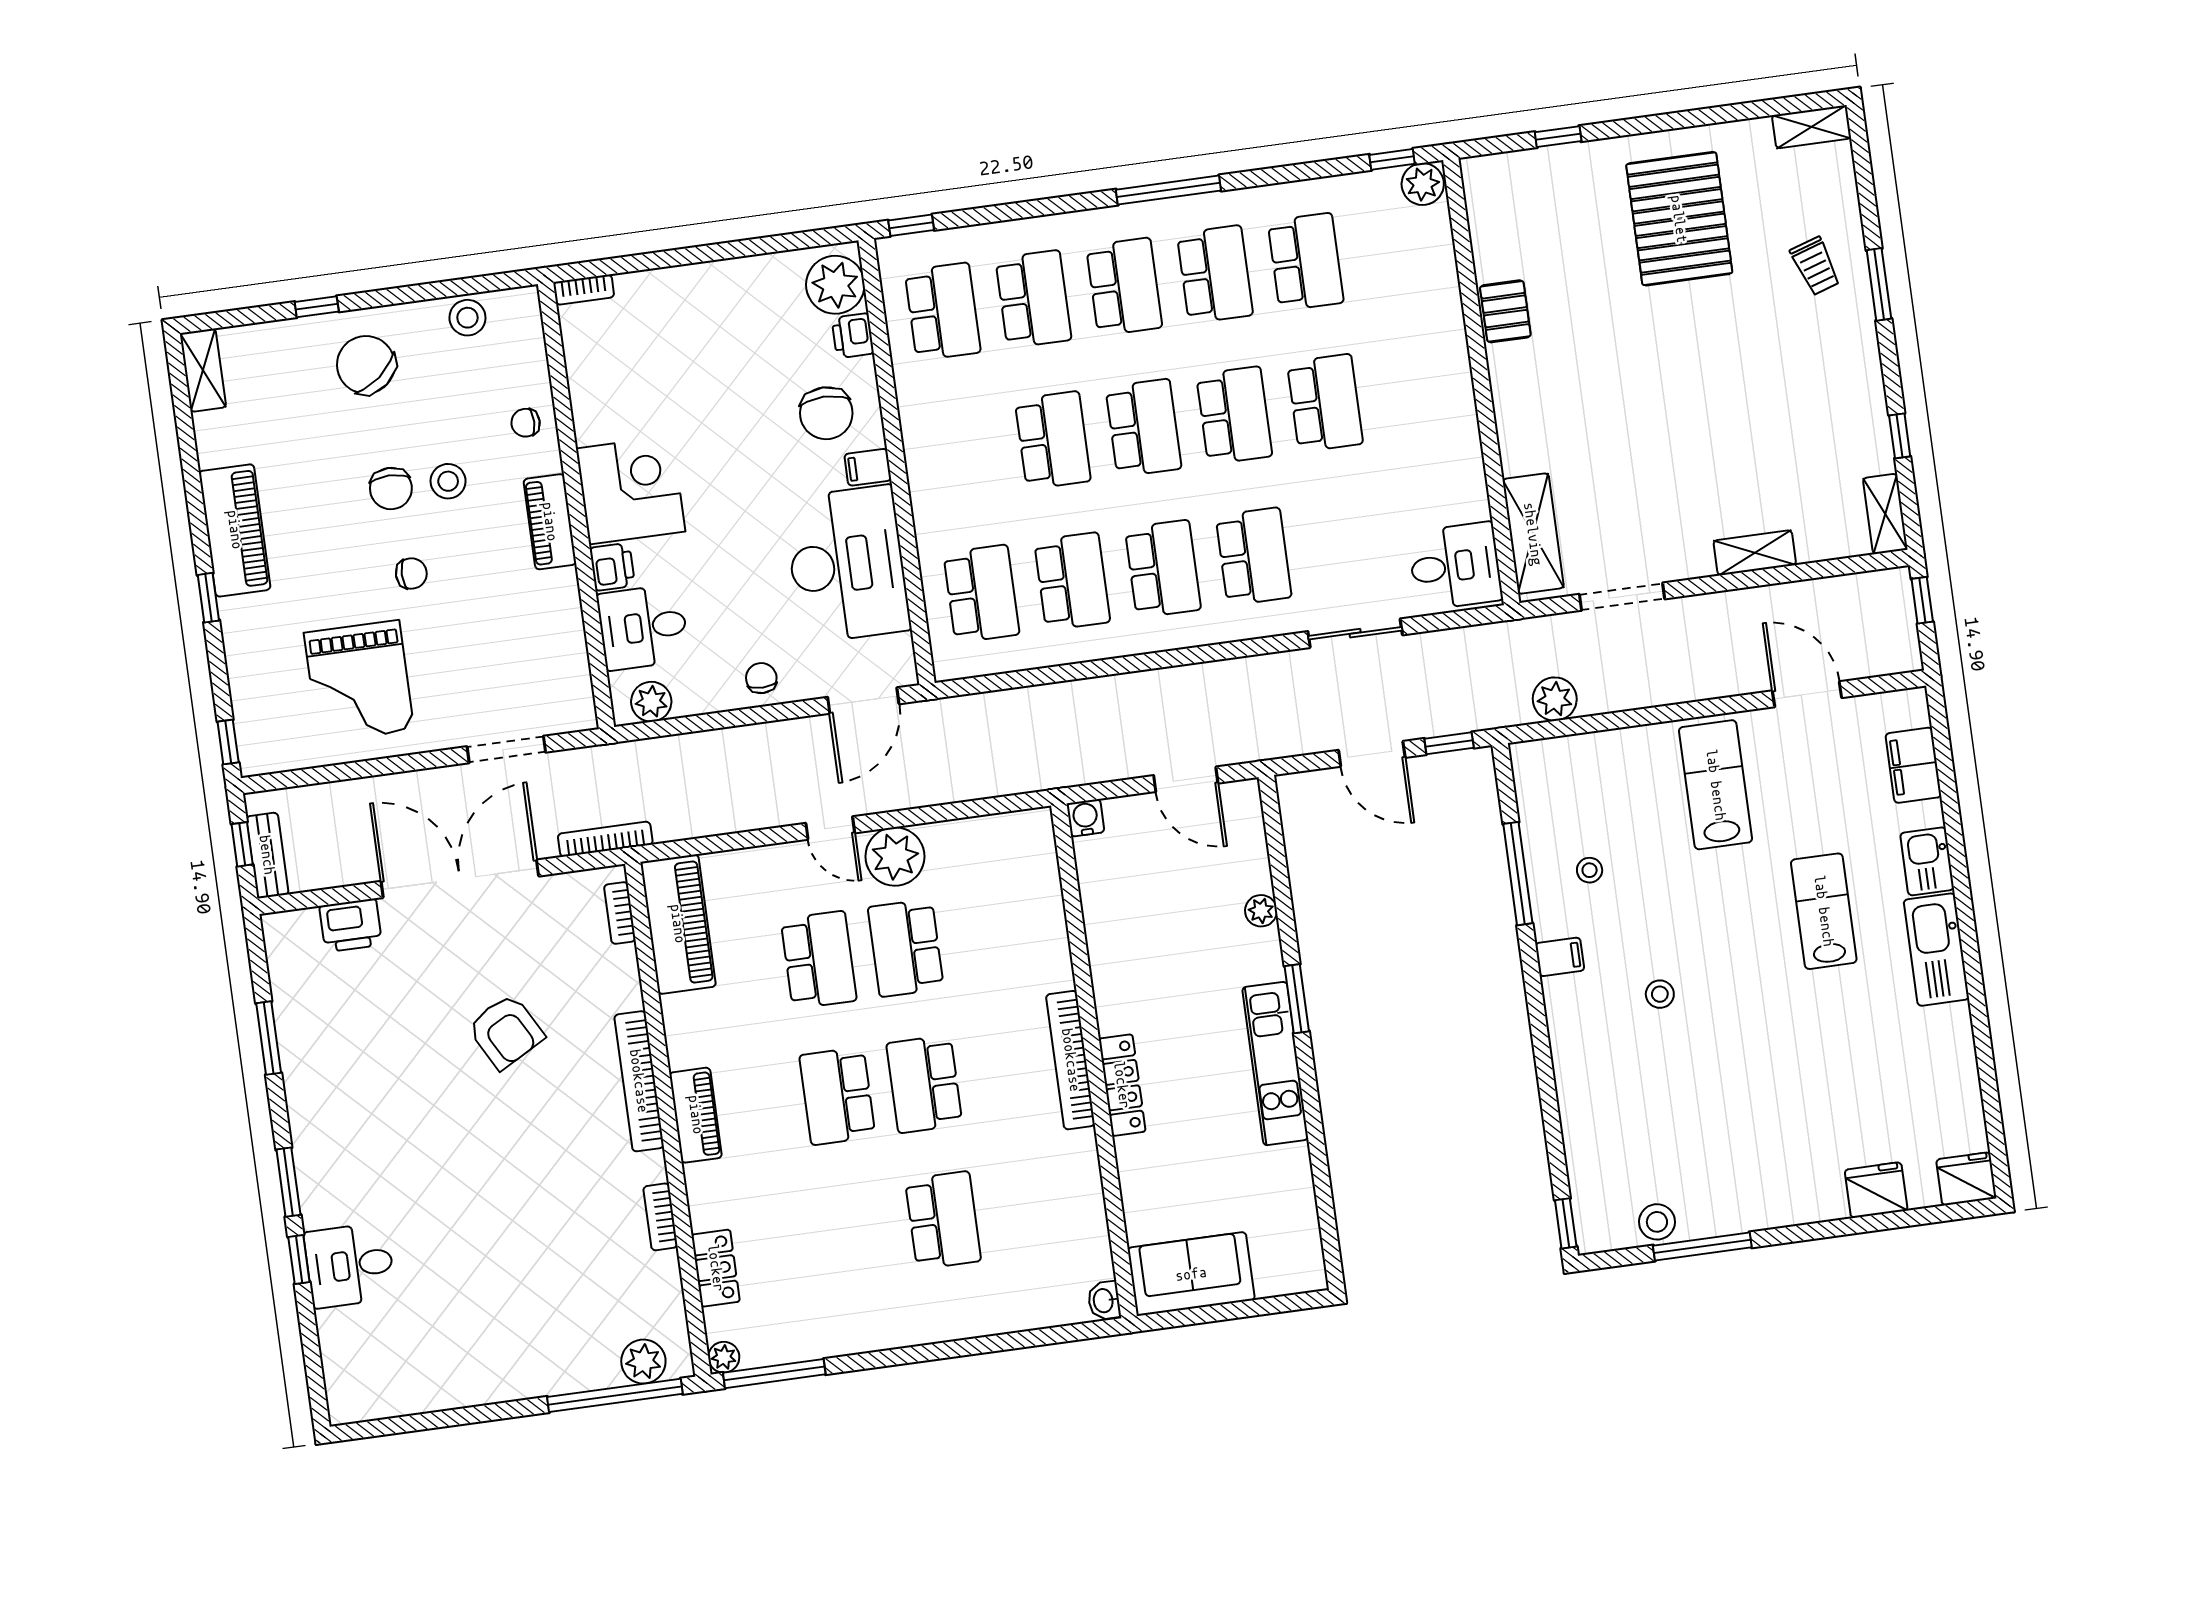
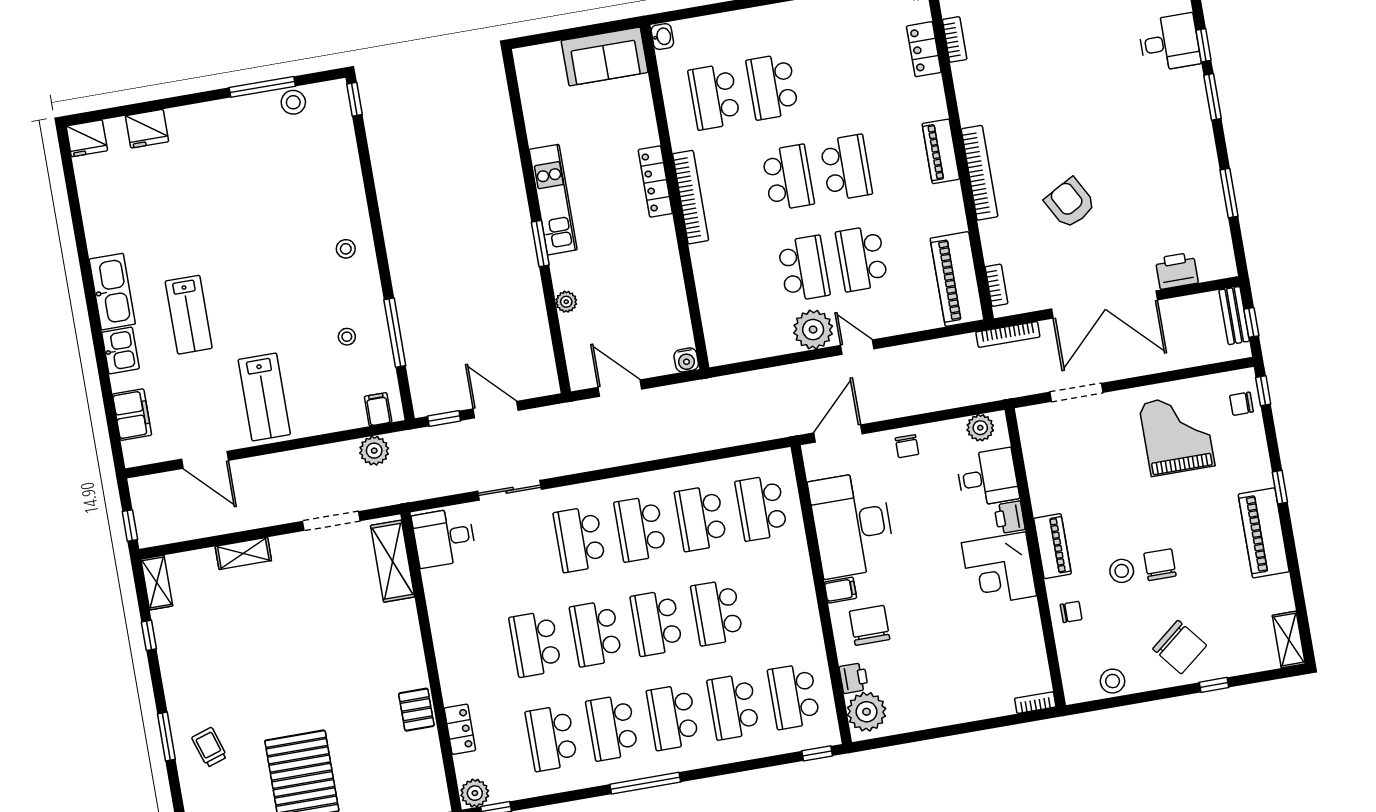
locker: (1442, 280) -> (460, 729), added
chair: (411, 573) -> (1242, 404), moved
filing cabinet: (1560, 957) -> (378, 409), moved, turned 90
stool: (1660, 994) -> (346, 249), moved
school desk: (1030, 1208) -> (714, 97), added
bookcase: (660, 1217) -> (955, 39), moved

